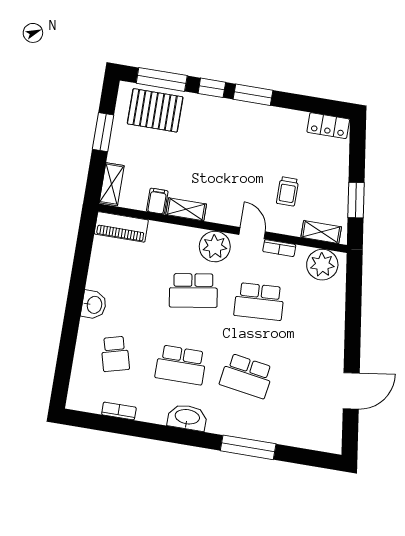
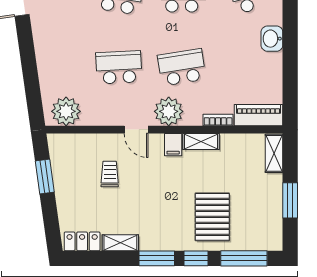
pallet: (155, 110) -> (212, 217), moved, turned 90
filing cabinet: (157, 201) -> (173, 145), moved
shelving: (321, 232) -> (120, 243), moved
bookcase: (279, 248) -> (218, 120), moved

